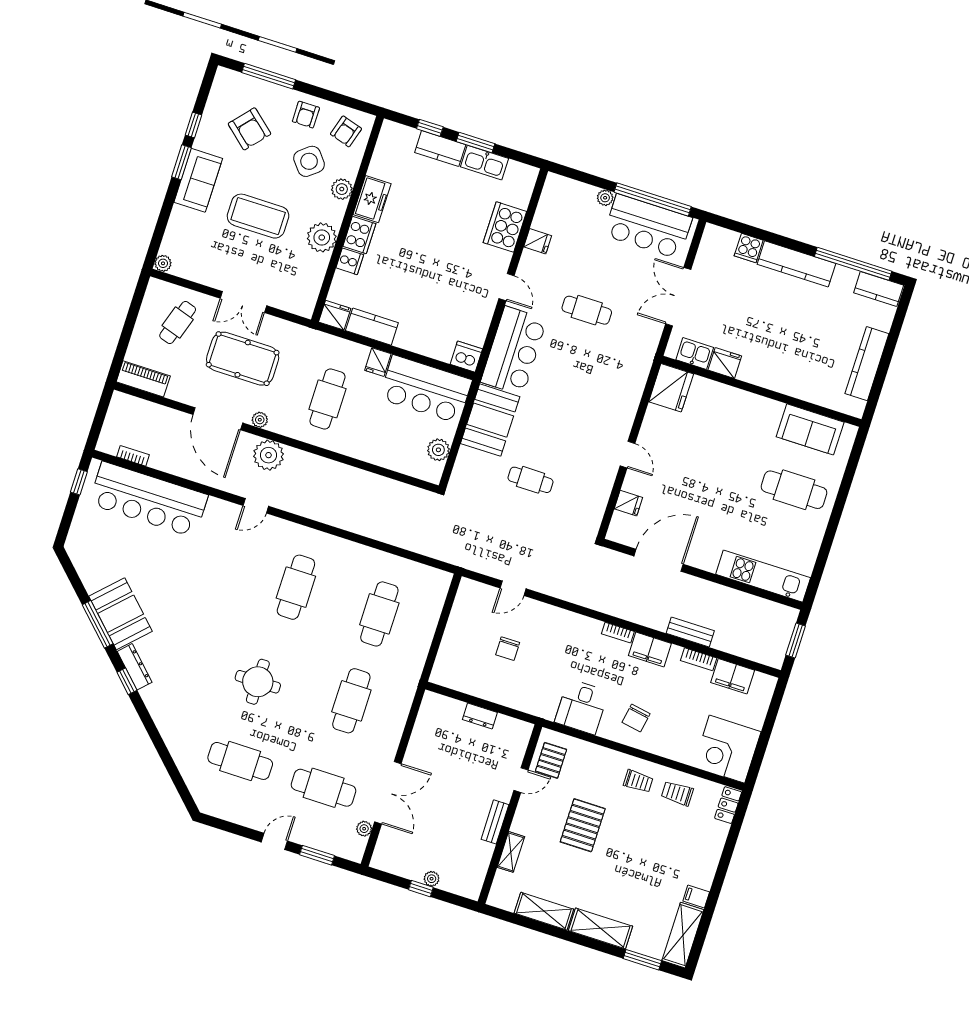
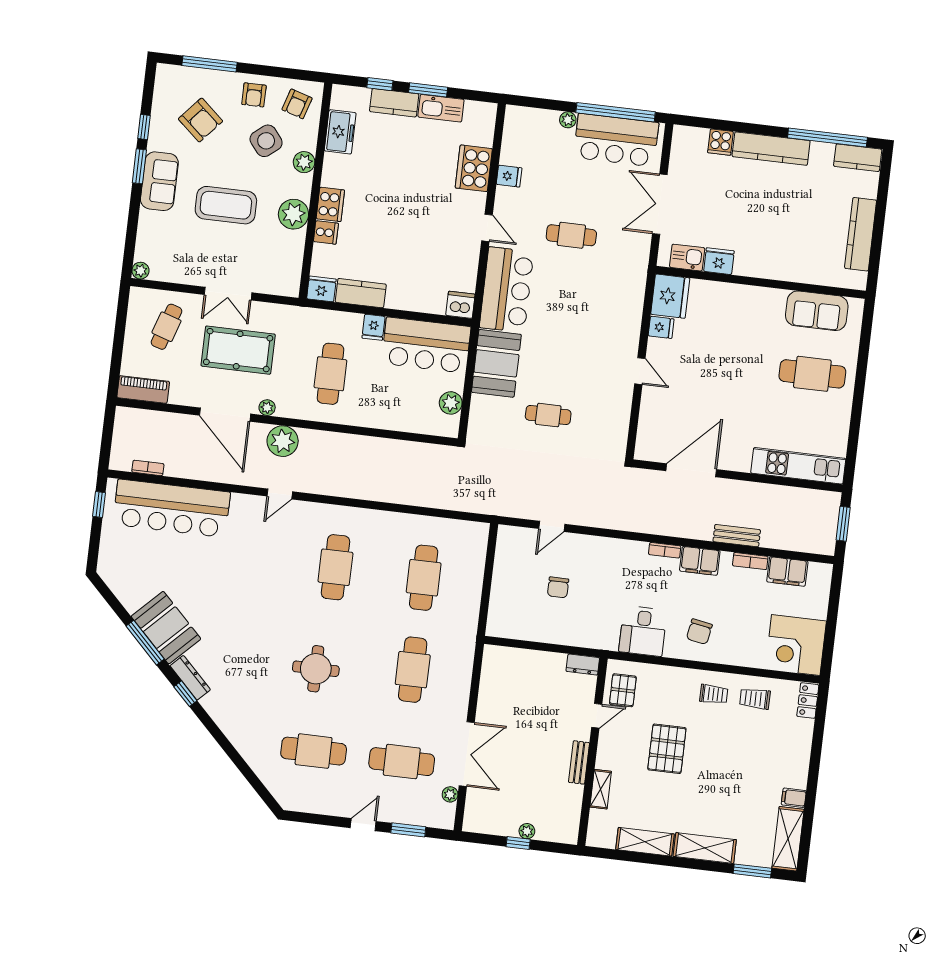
freezer: (372, 199) -> (340, 132), moved
fridge: (628, 503) -> (661, 327), moved
dresser: (480, 716) -> (583, 665), moved

